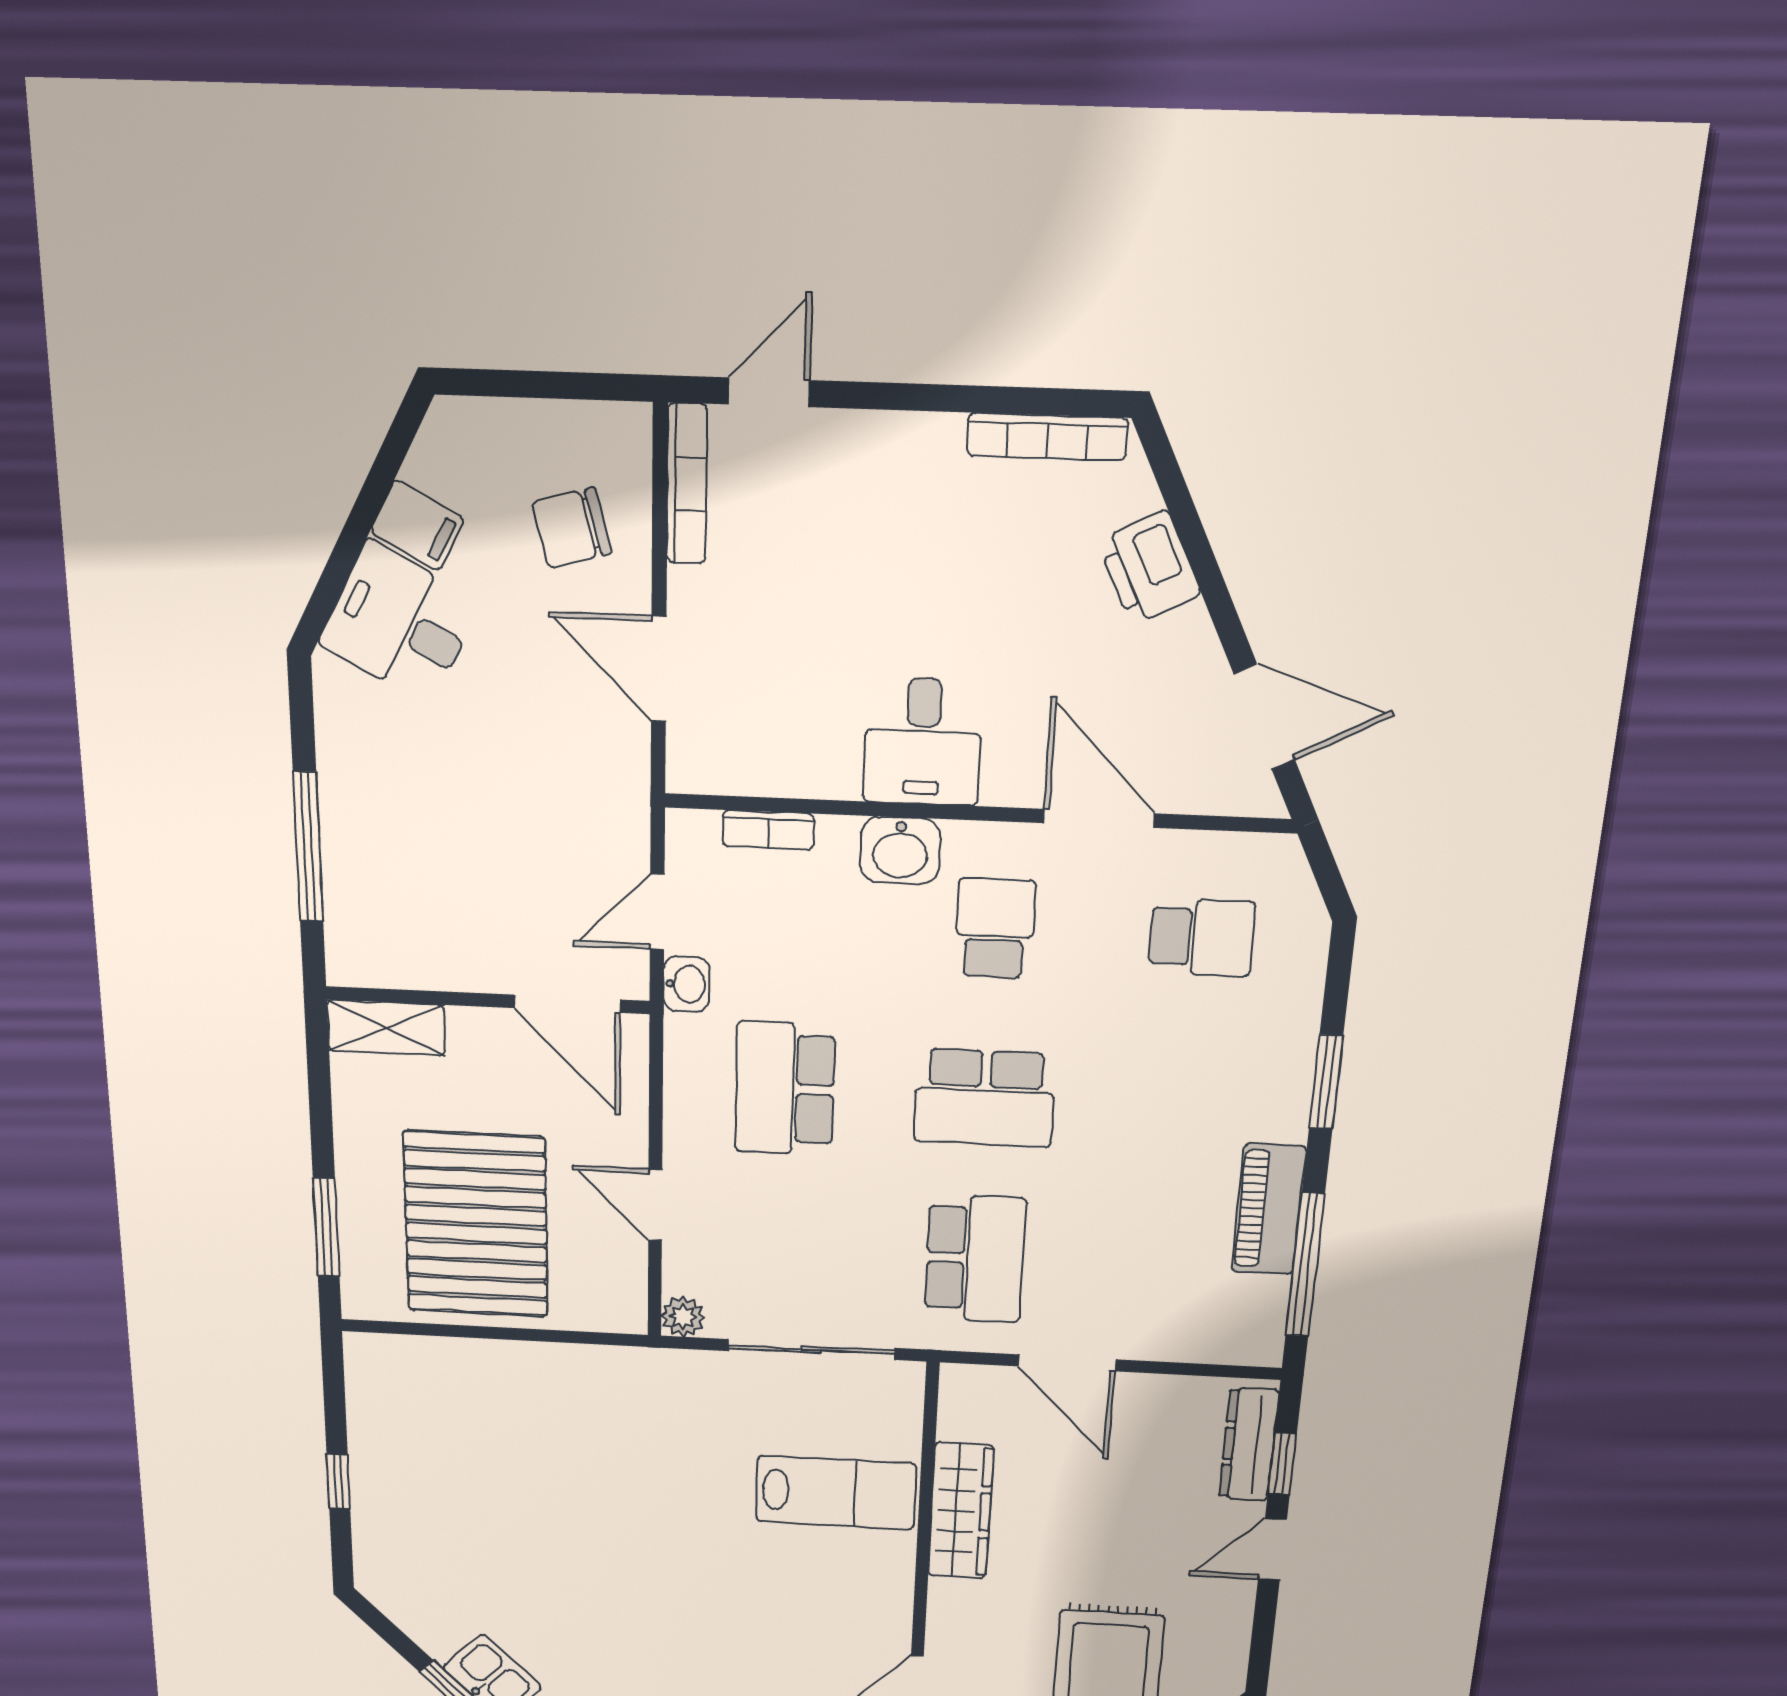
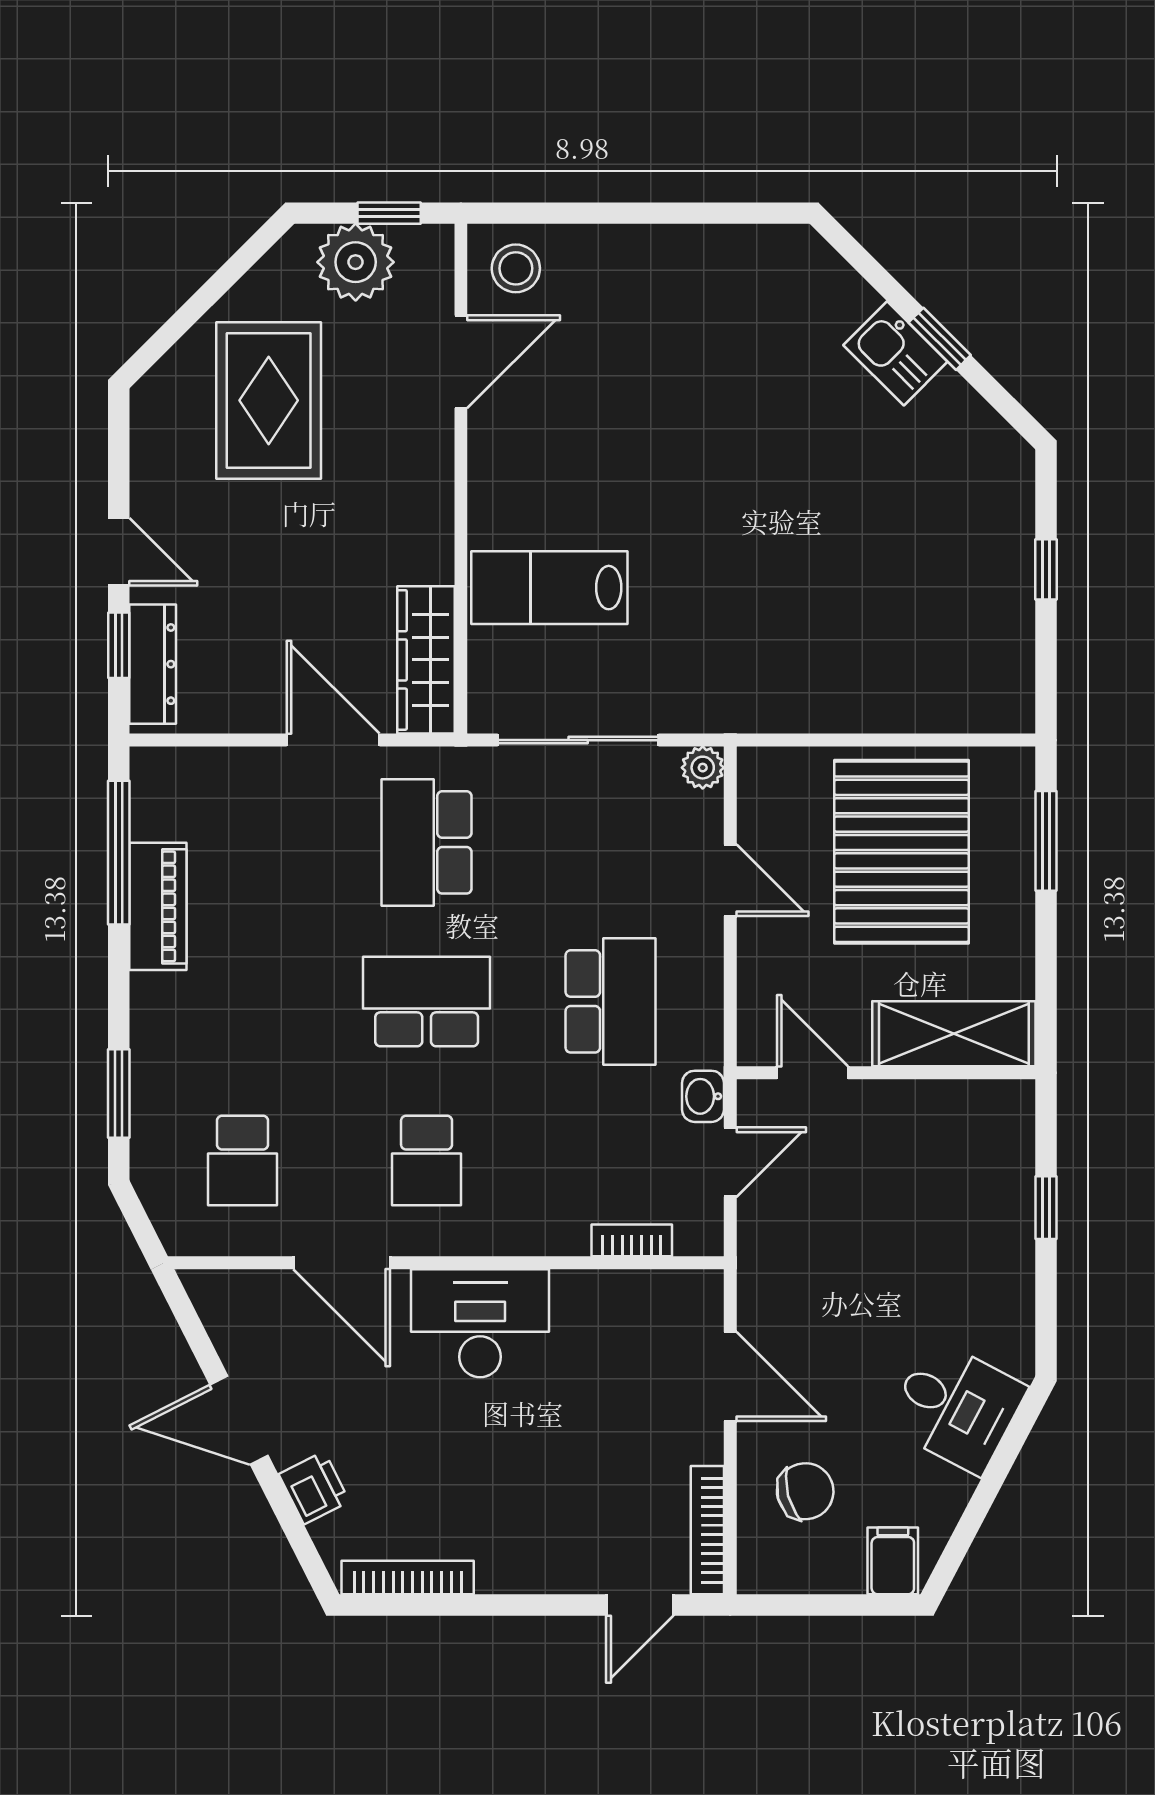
filing cabinet: (417, 525) -> (893, 1561), moved, turned 62
printer: (1149, 568) -> (314, 1488), width x0.73, depth x0.81
door: (1264, 717) -> (239, 1420), moved
desk: (923, 742) -> (480, 1323), width x1.37
window: (308, 847) -> (1046, 1208), width x0.46
washbasin: (900, 851) -> (514, 1227), removed
school desk: (1202, 937) -> (243, 1160), turned -90
door: (567, 1004) -> (813, 1073), width x0.73
shelving: (386, 1028) -> (954, 1034), width x1.50, depth x1.33
window: (1326, 1082) -> (119, 1094), moved
wardrobe: (961, 1511) -> (426, 660), moved
door: (1272, 1549) -> (119, 552), hinge flipped

